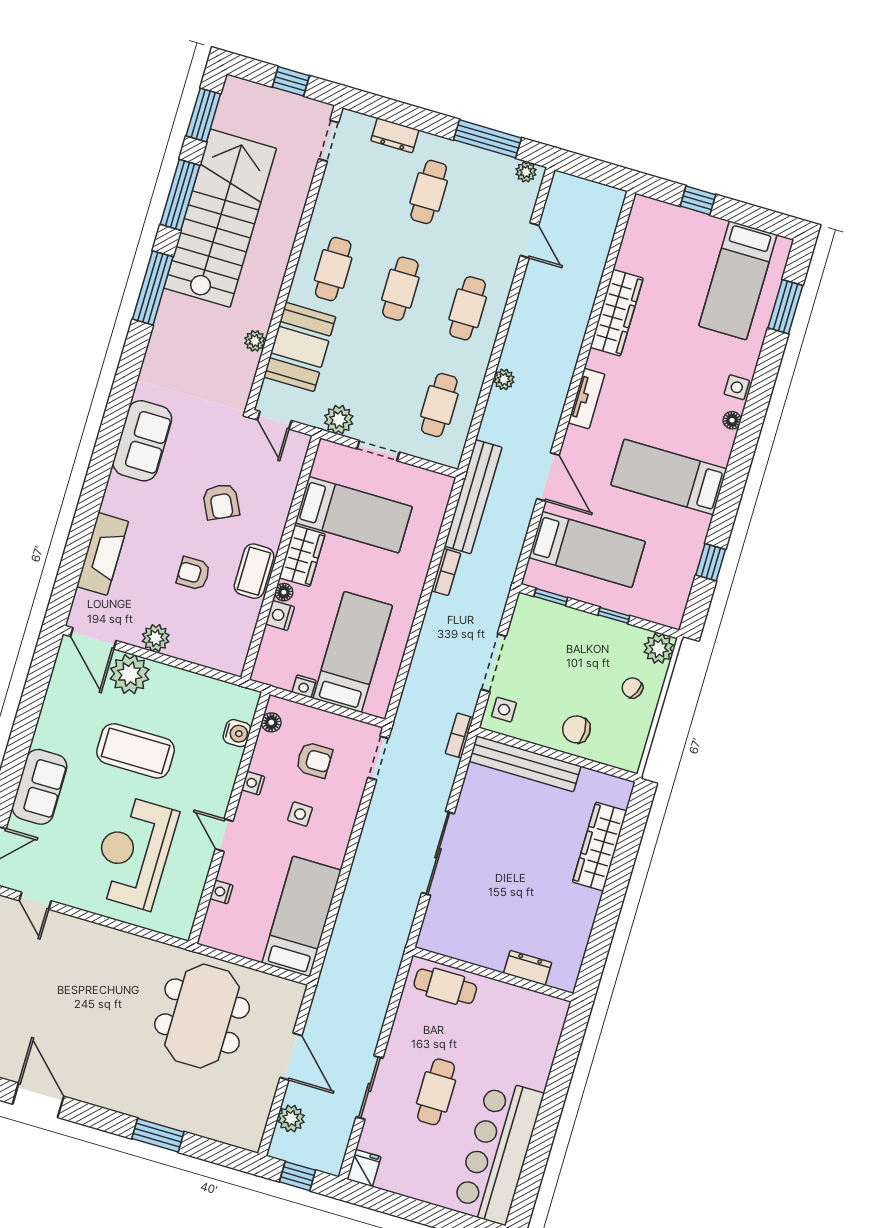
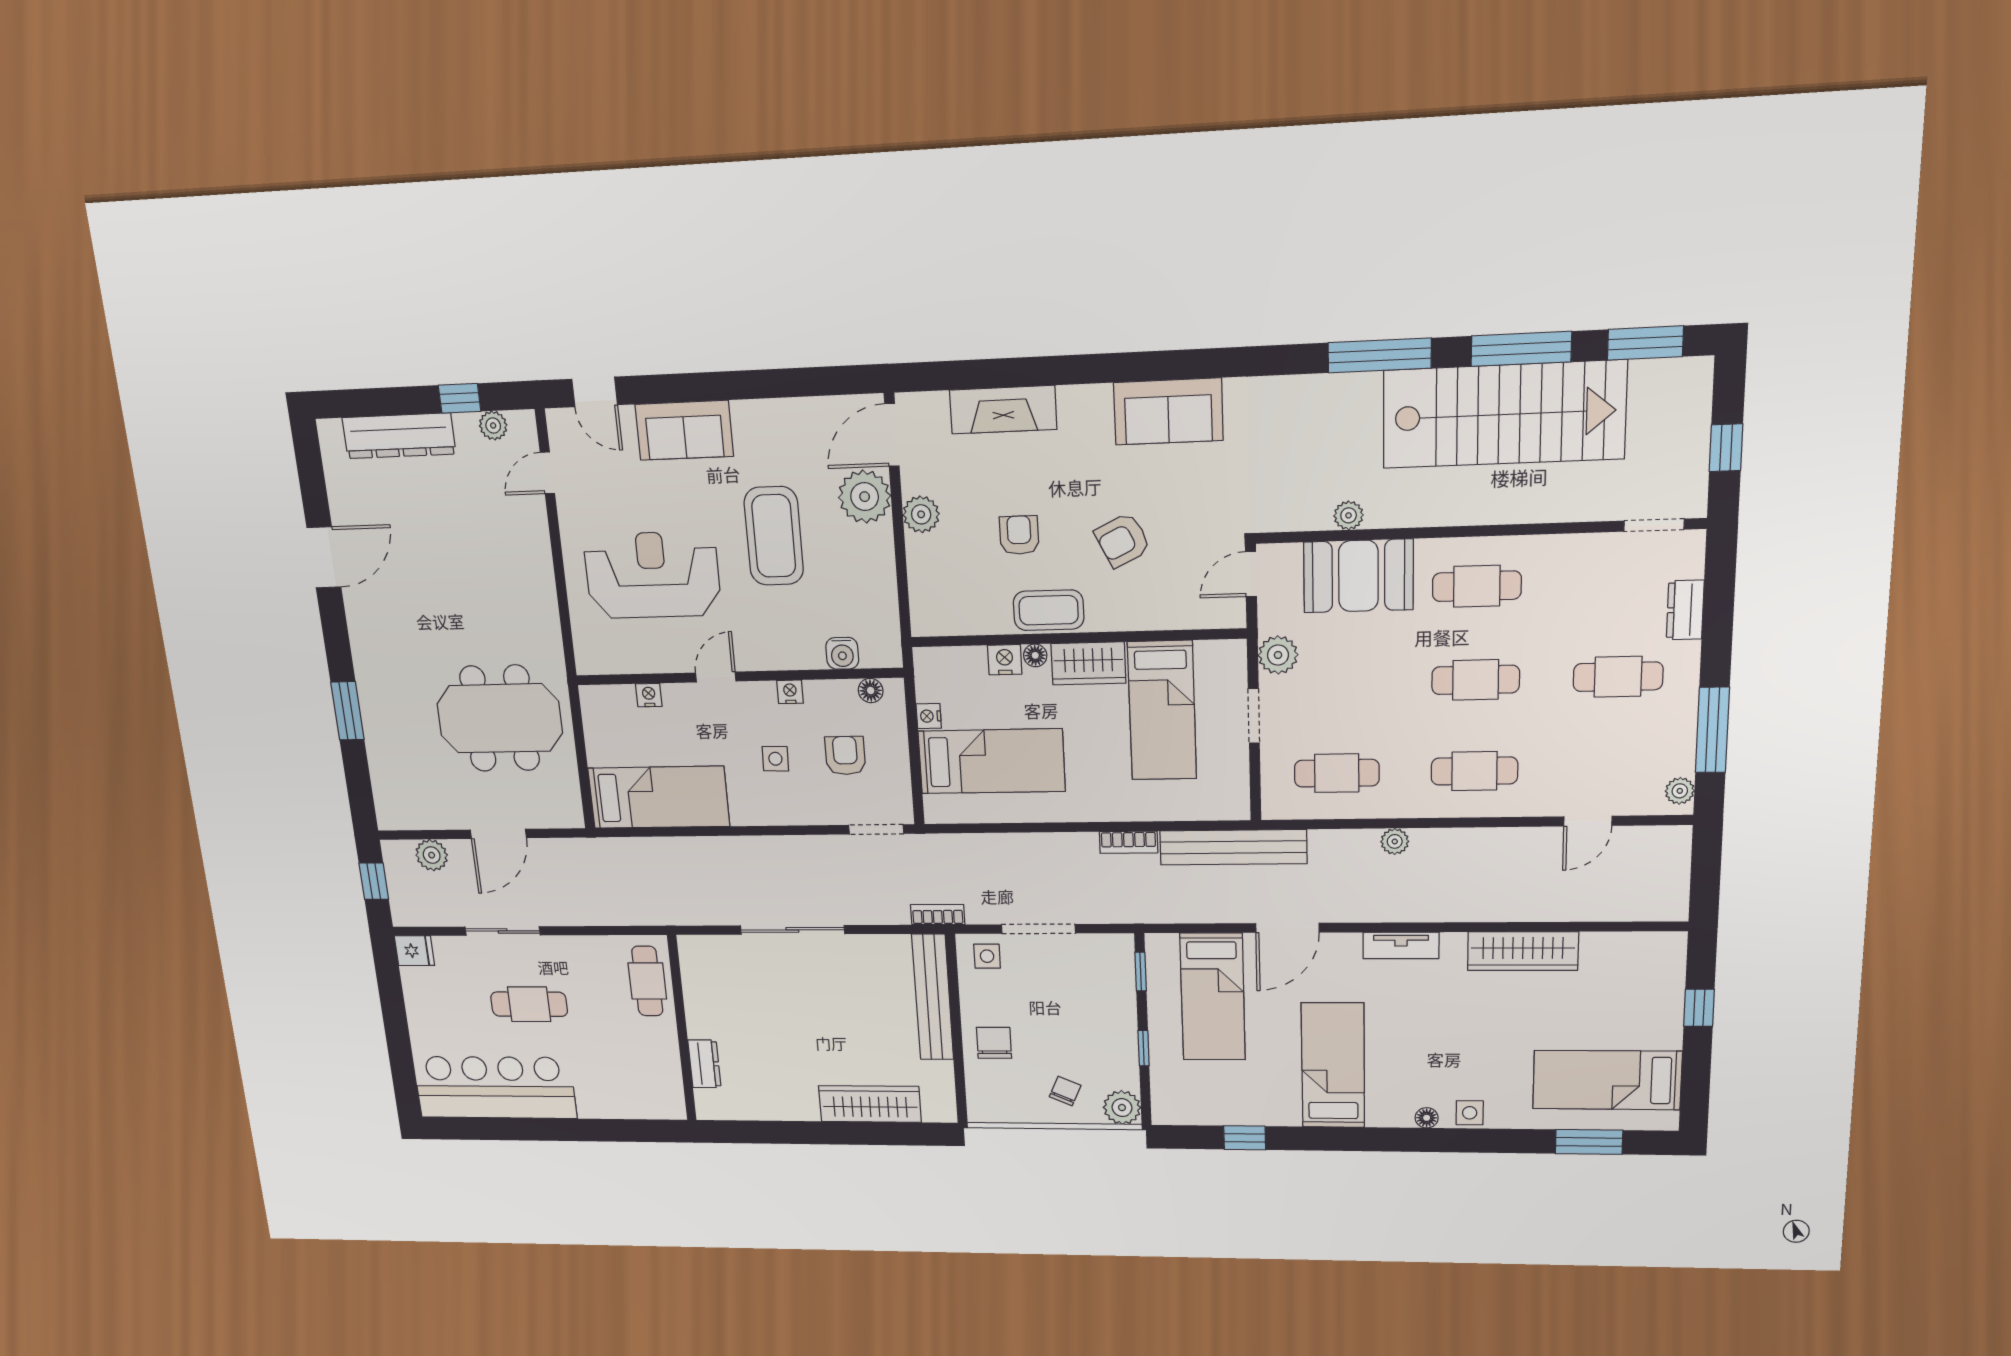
armchair: (314, 760) -> (845, 755), turned 180

